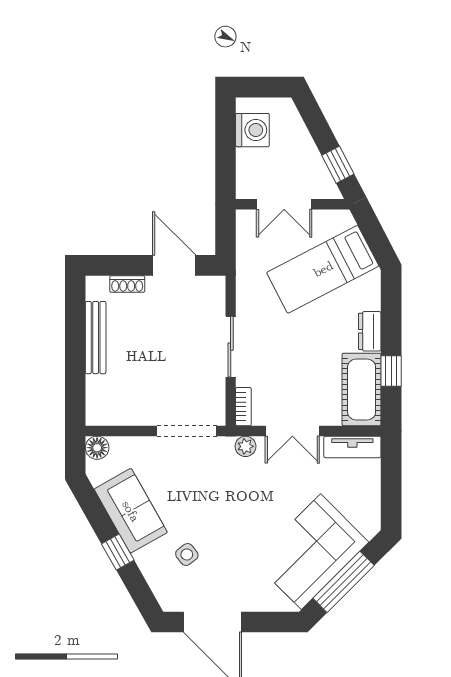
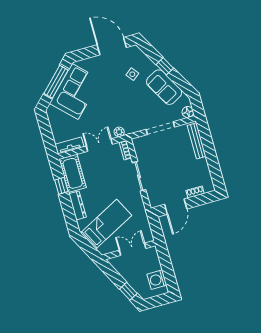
window: (338, 165) -> (128, 291), moved
door: (174, 265) -> (176, 207), hinge flipped
dresser: (370, 331) -> (77, 205), width x1.44
bench: (96, 338) -> (197, 141), moved
doorway: (187, 431) -> (160, 128), moved

